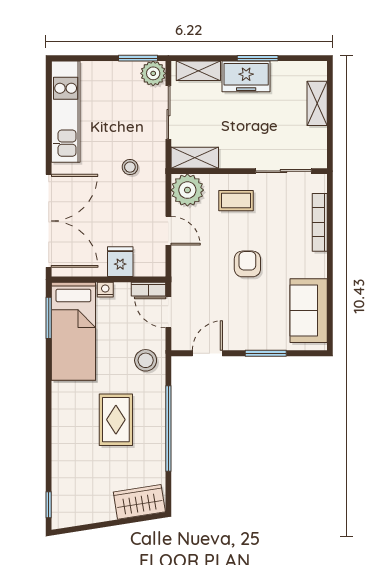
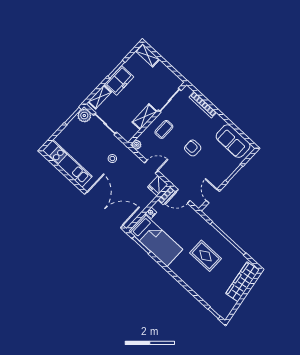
shelving: (317, 103) -> (148, 55), moved
shelving: (195, 158) -> (145, 117), moved
plant: (187, 190) -> (136, 145), width x0.53, depth x0.53
fridge: (120, 262) -> (158, 186), moved, turned -90
stool: (146, 360) -> (193, 223), removed
wardrobe: (139, 502) -> (242, 282), width x1.50

